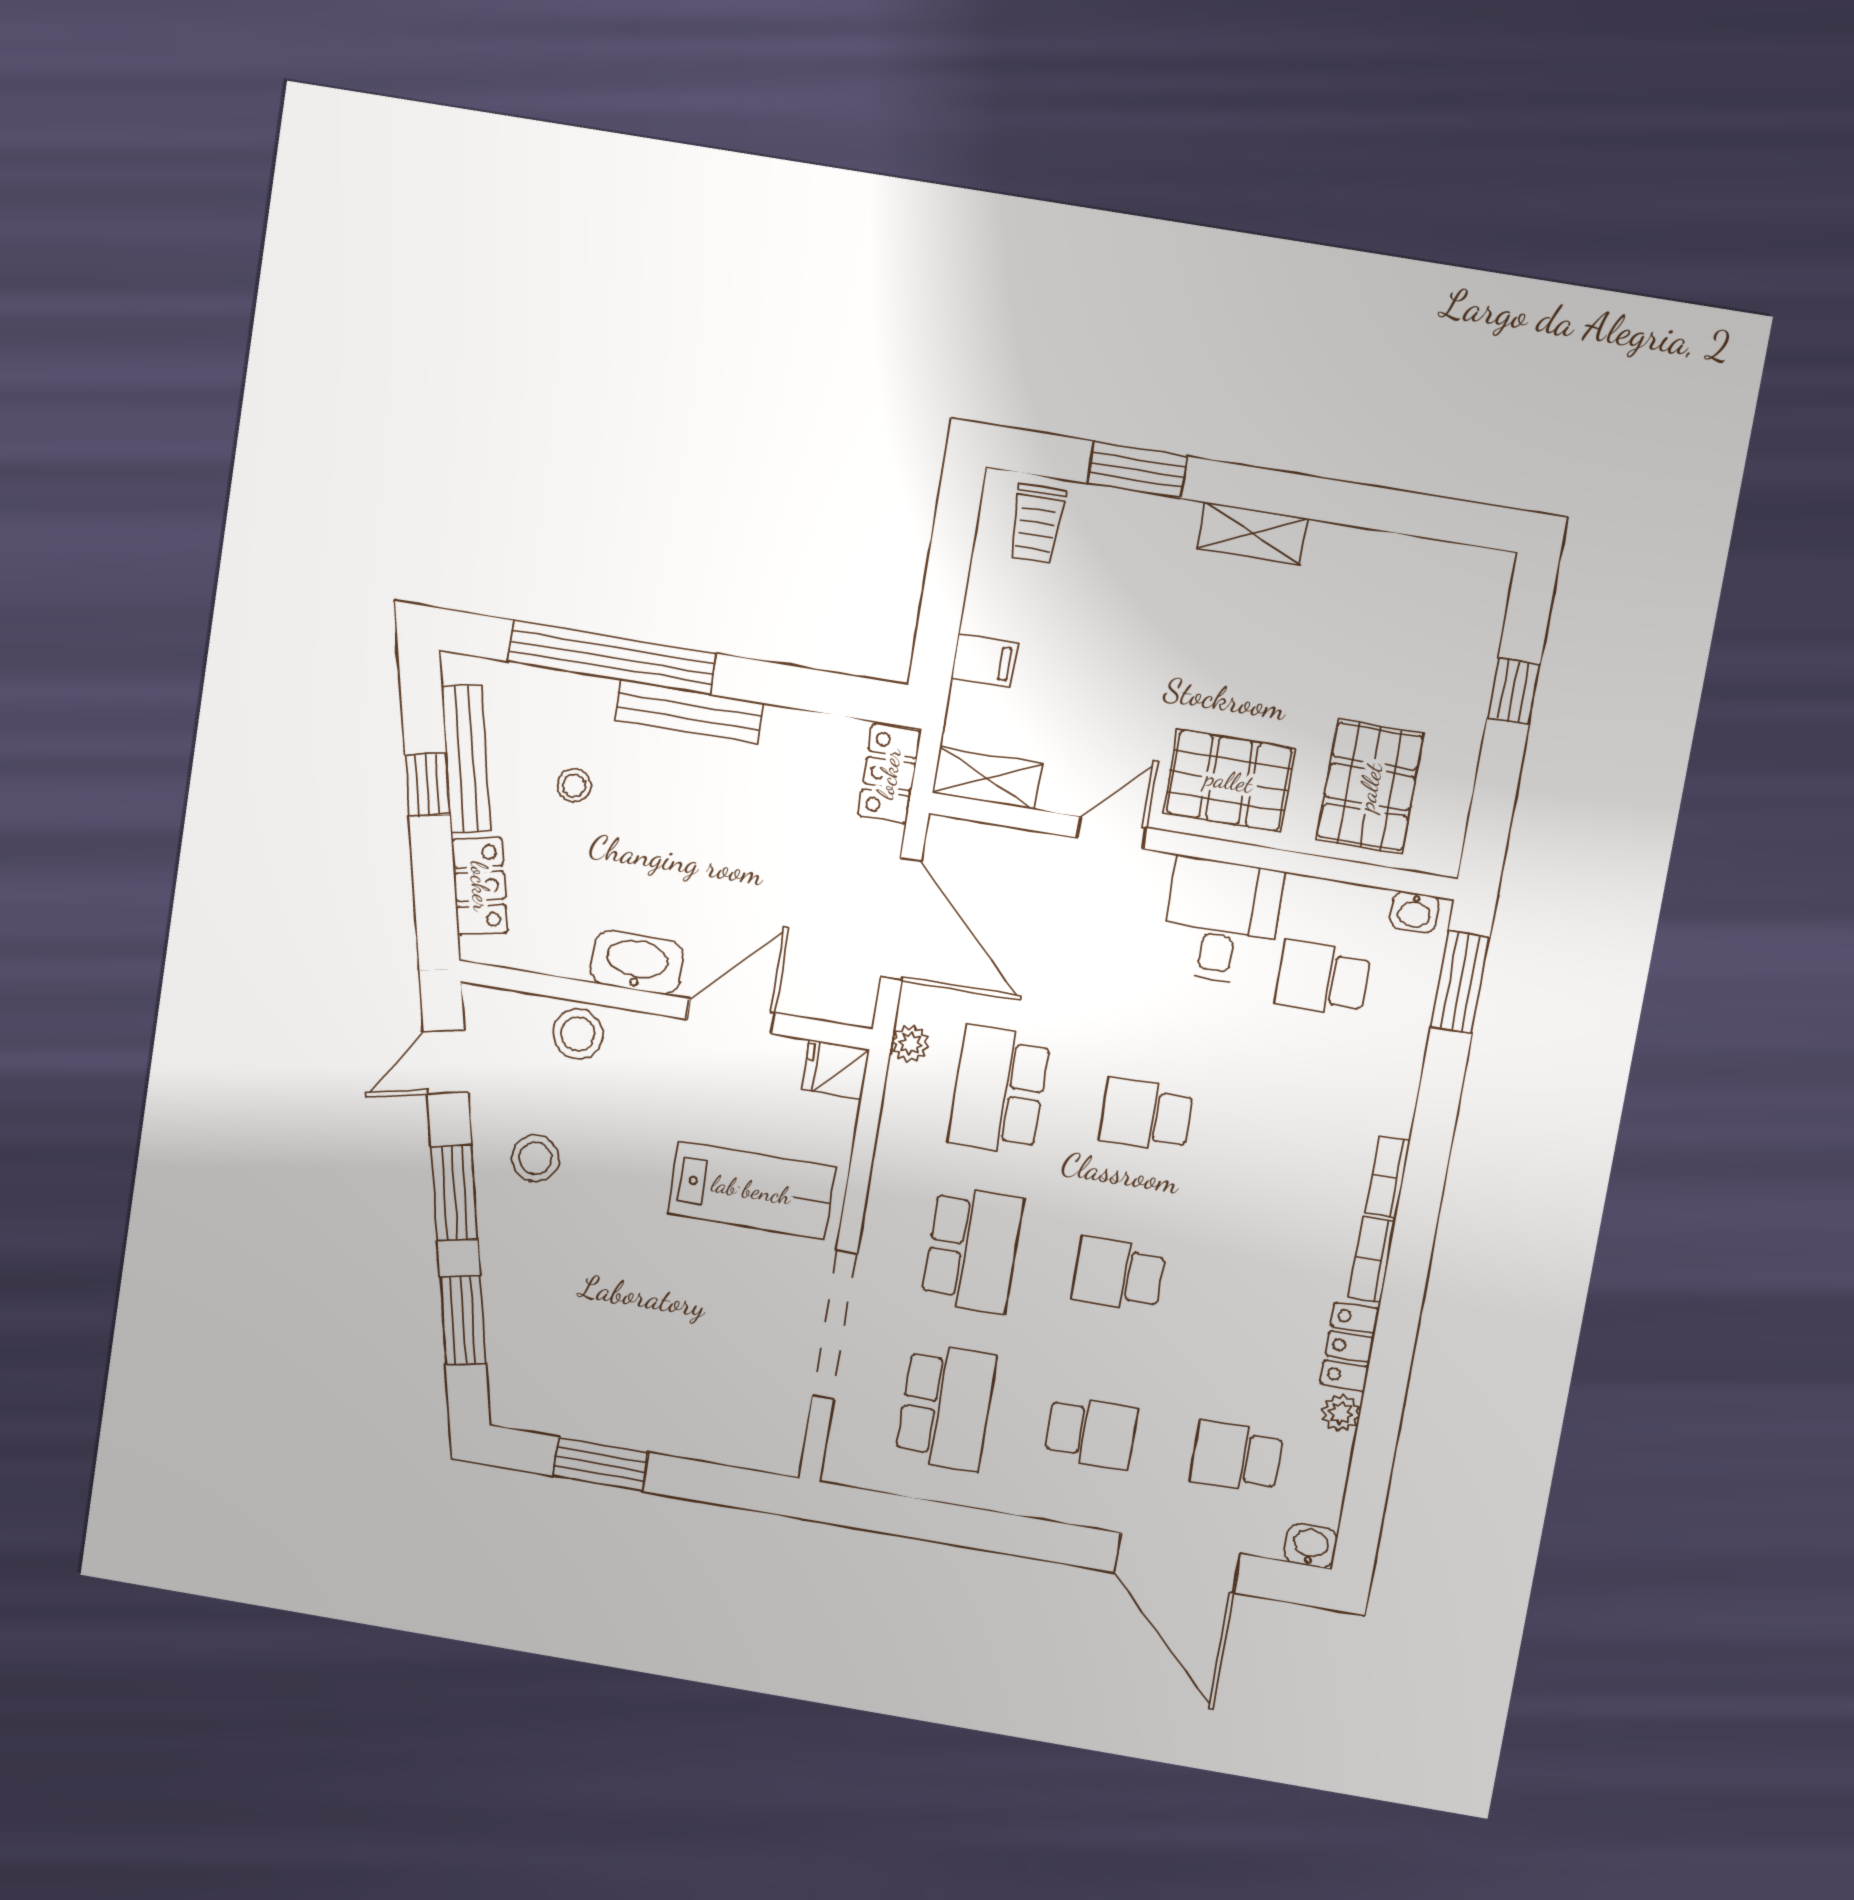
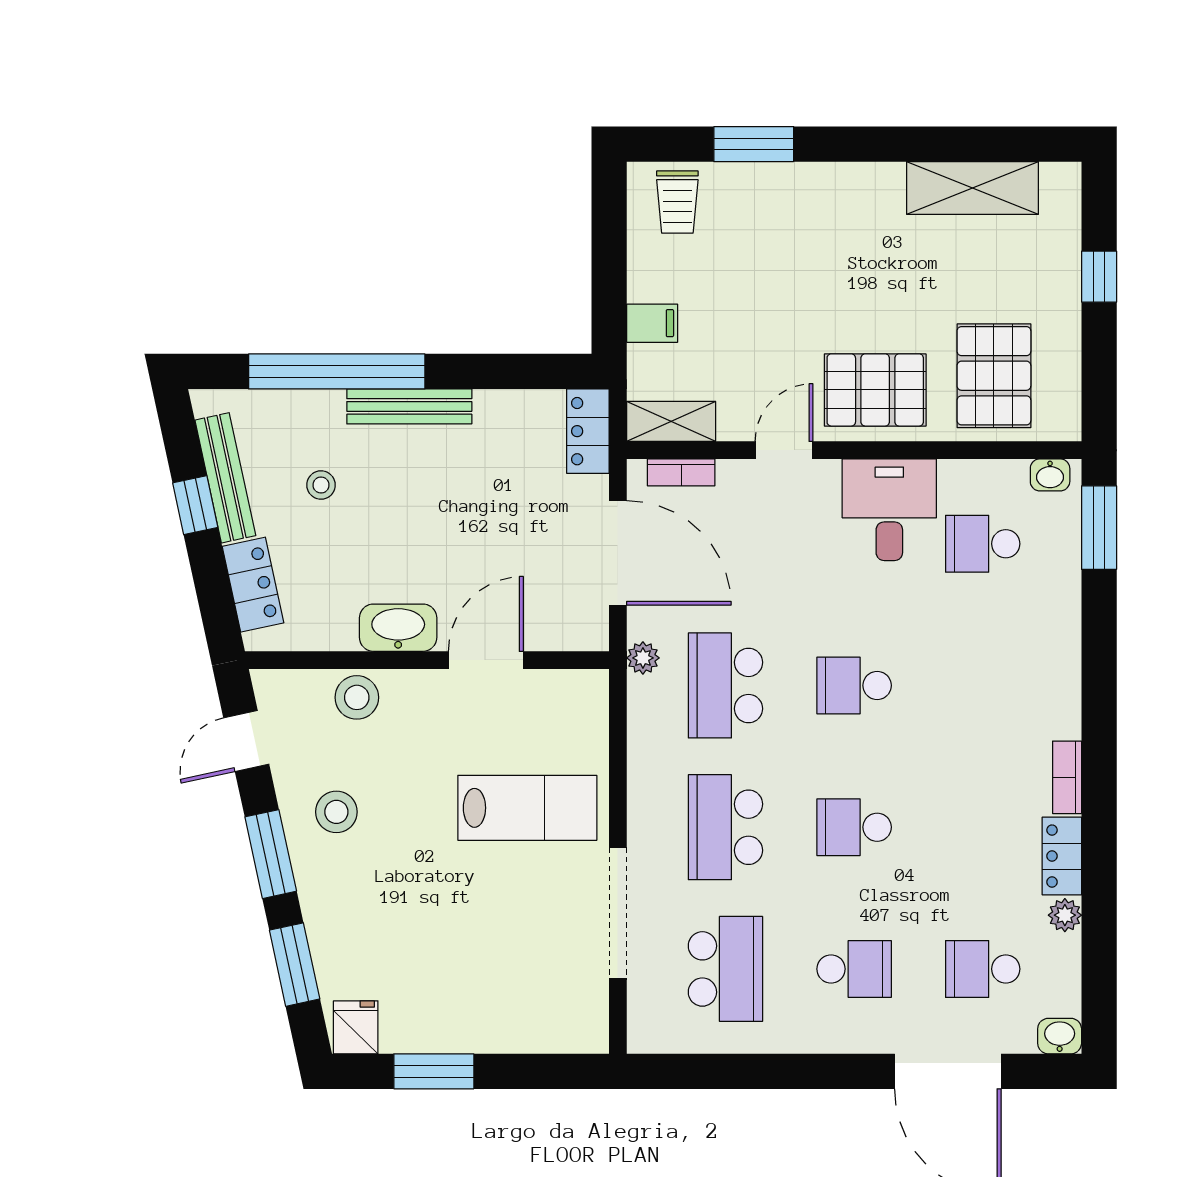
shelving: (1252, 533) -> (973, 188), moved, width x1.50, depth x1.33
fridge: (835, 1069) -> (356, 1027), moved, turned 90
bookcase: (1388, 1177) -> (681, 472), moved, turned -90
school desk: (972, 1250) -> (725, 827), turned 180

